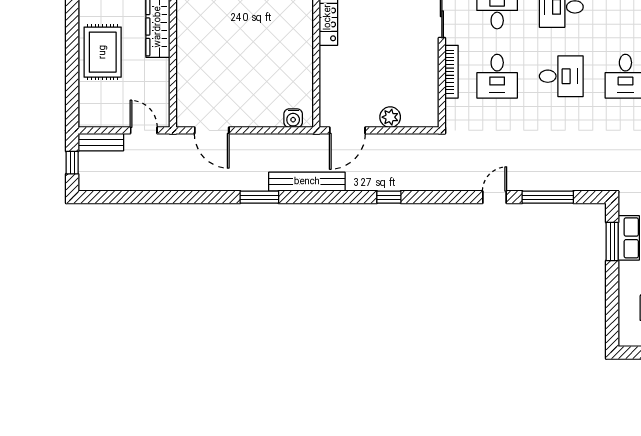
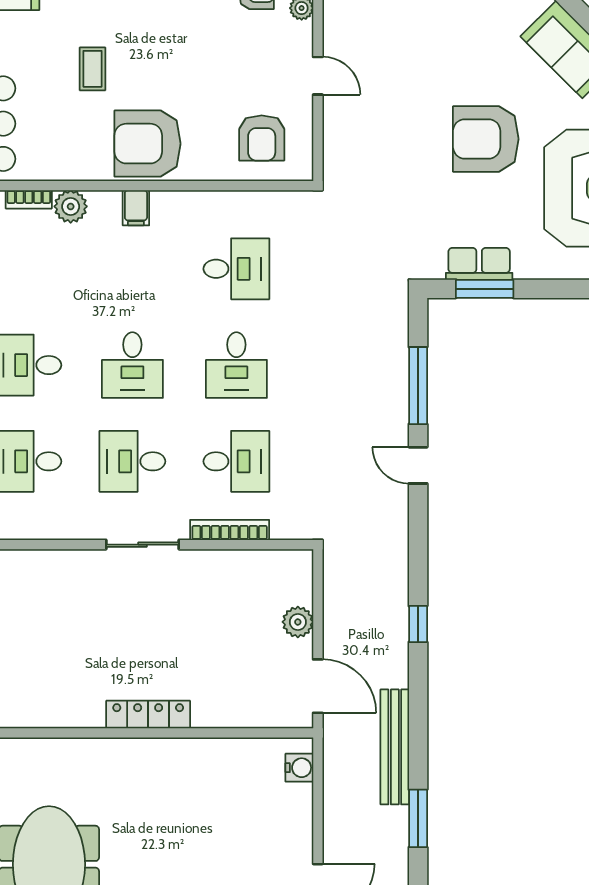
desk: (561, 76) -> (236, 365), turned 180

